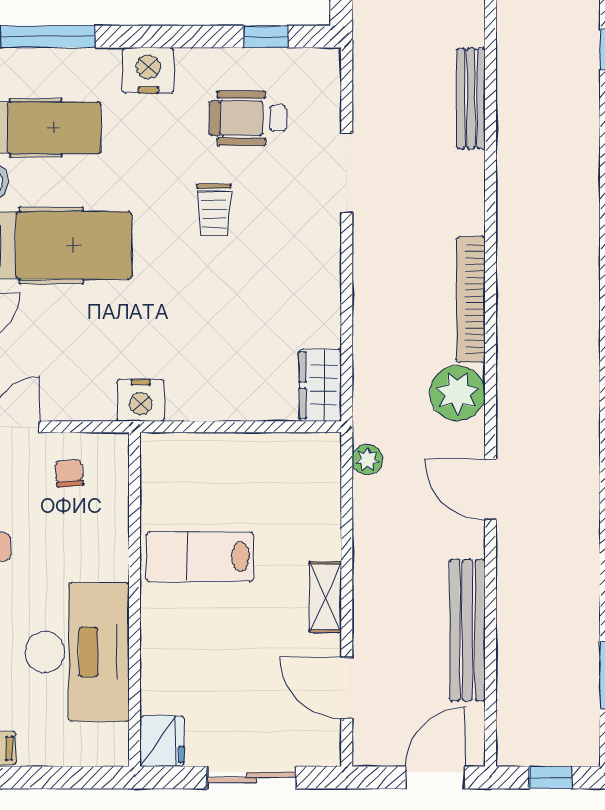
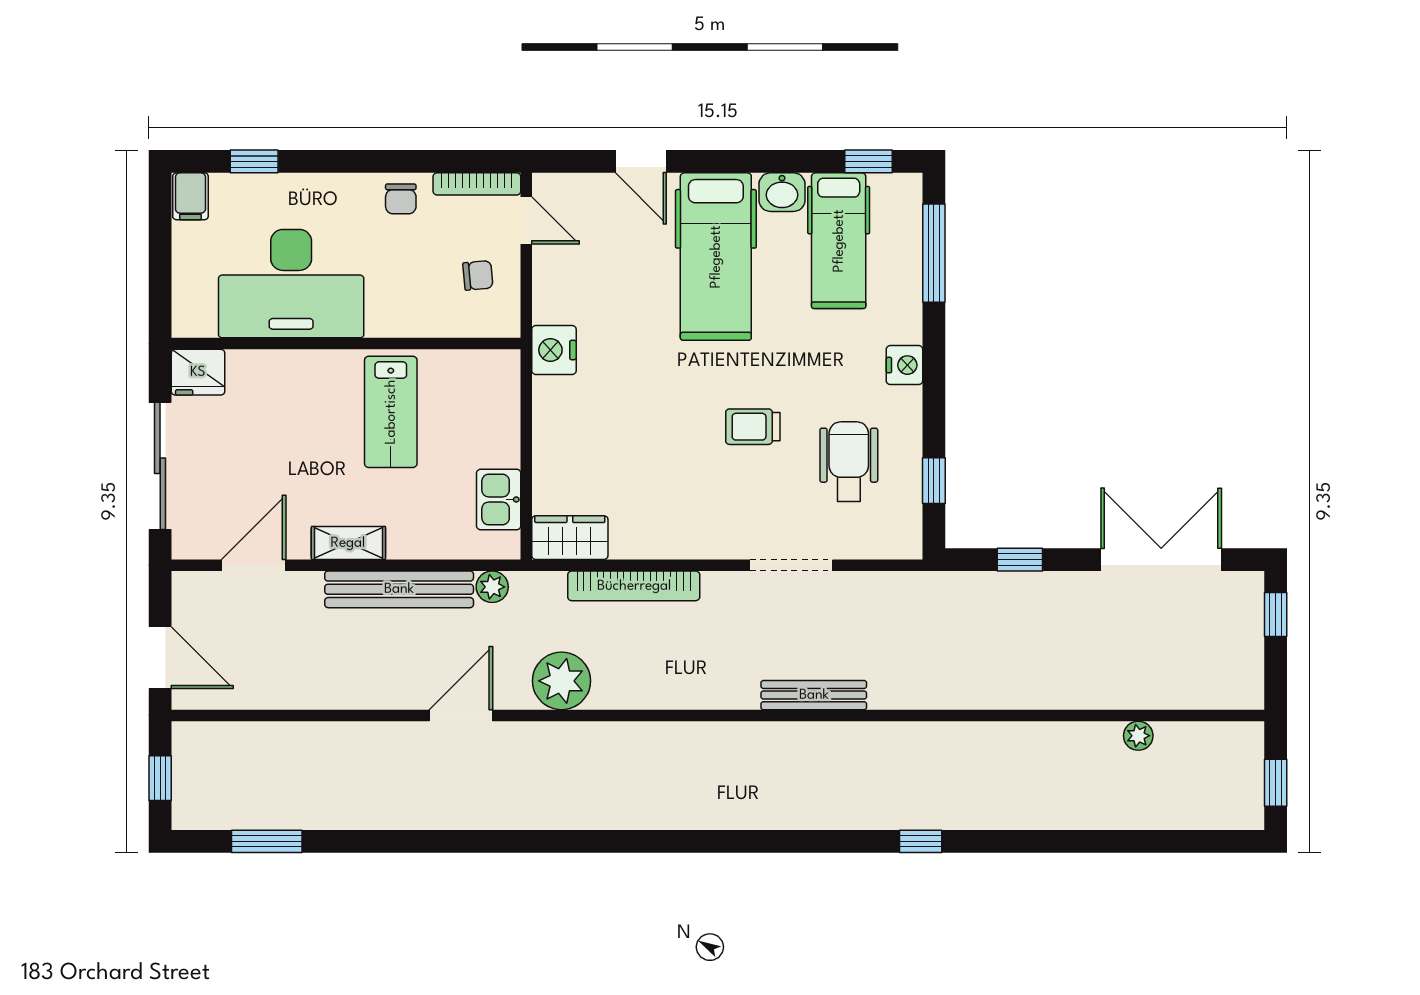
nightstand: (148, 70) -> (904, 365), width x0.74, depth x0.75
bench: (471, 99) -> (814, 695), moved
bookcase: (471, 300) -> (634, 586), moved, turned 180
kitchen sink: (284, 453) -> (499, 499), added
lab bench: (200, 557) -> (391, 412), turned 180
bench: (467, 630) -> (399, 589), moved
sliding door: (251, 777) -> (160, 466), width x1.37

